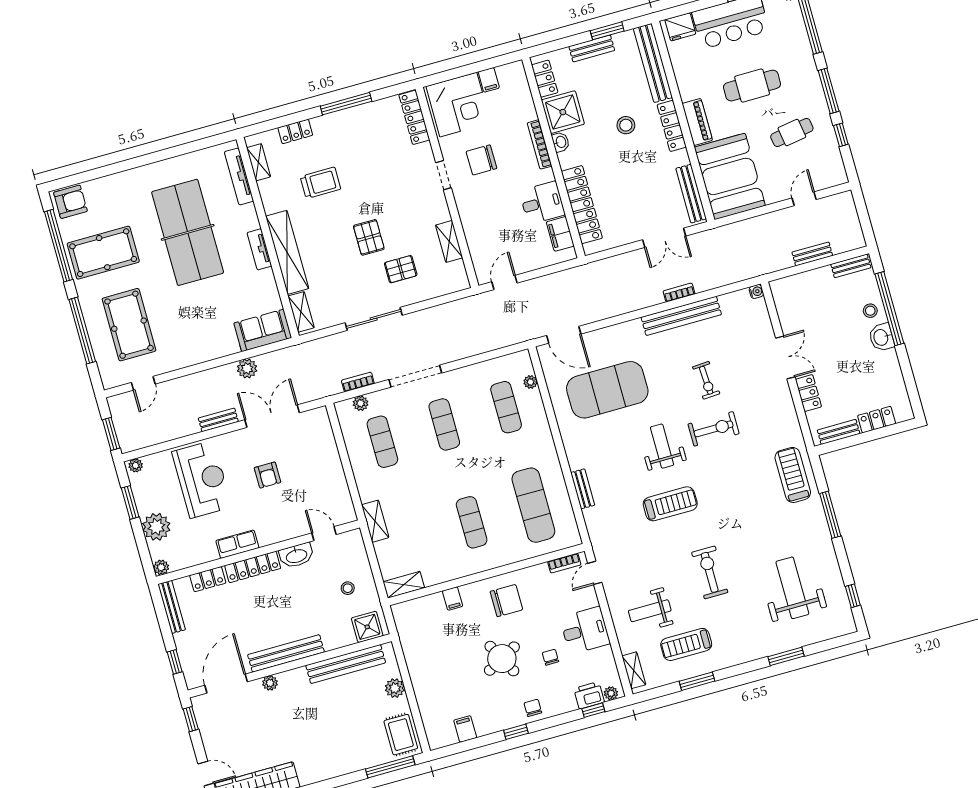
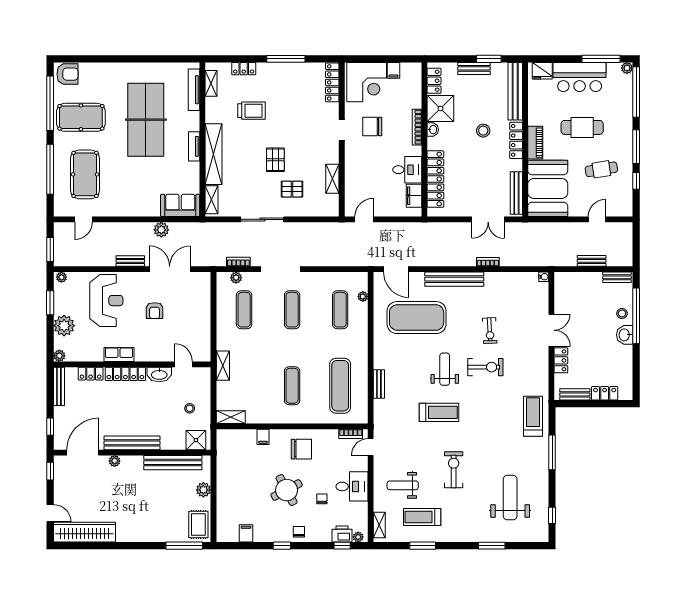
bench: (681, 316) -> (454, 279), moved

